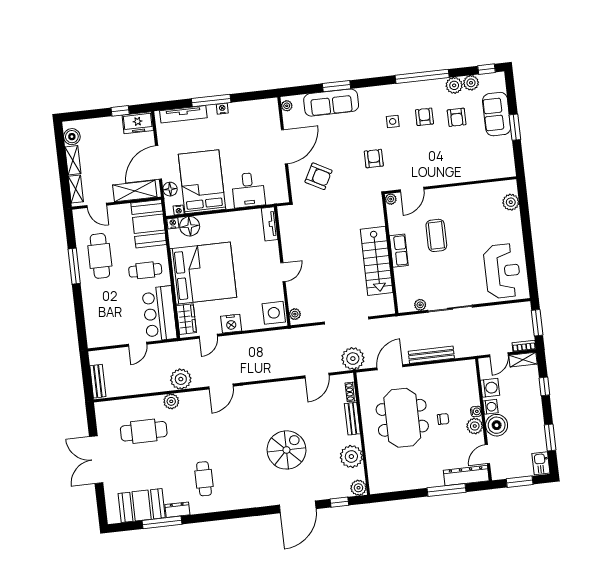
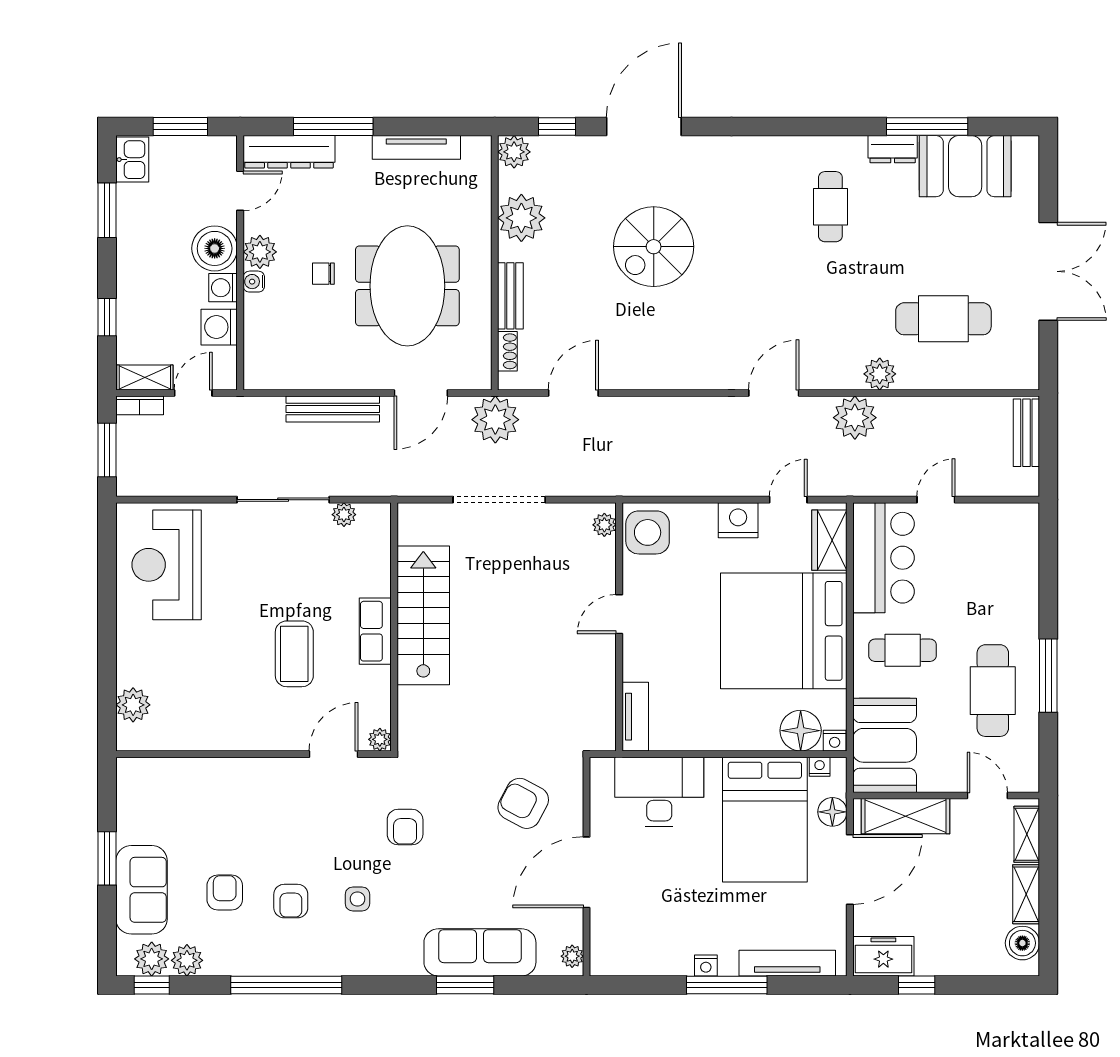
plant: (454, 85) -> (152, 959), moved
desk: (248, 190) -> (659, 792), width x1.37
tv unit: (406, 485) -> (416, 147), added

